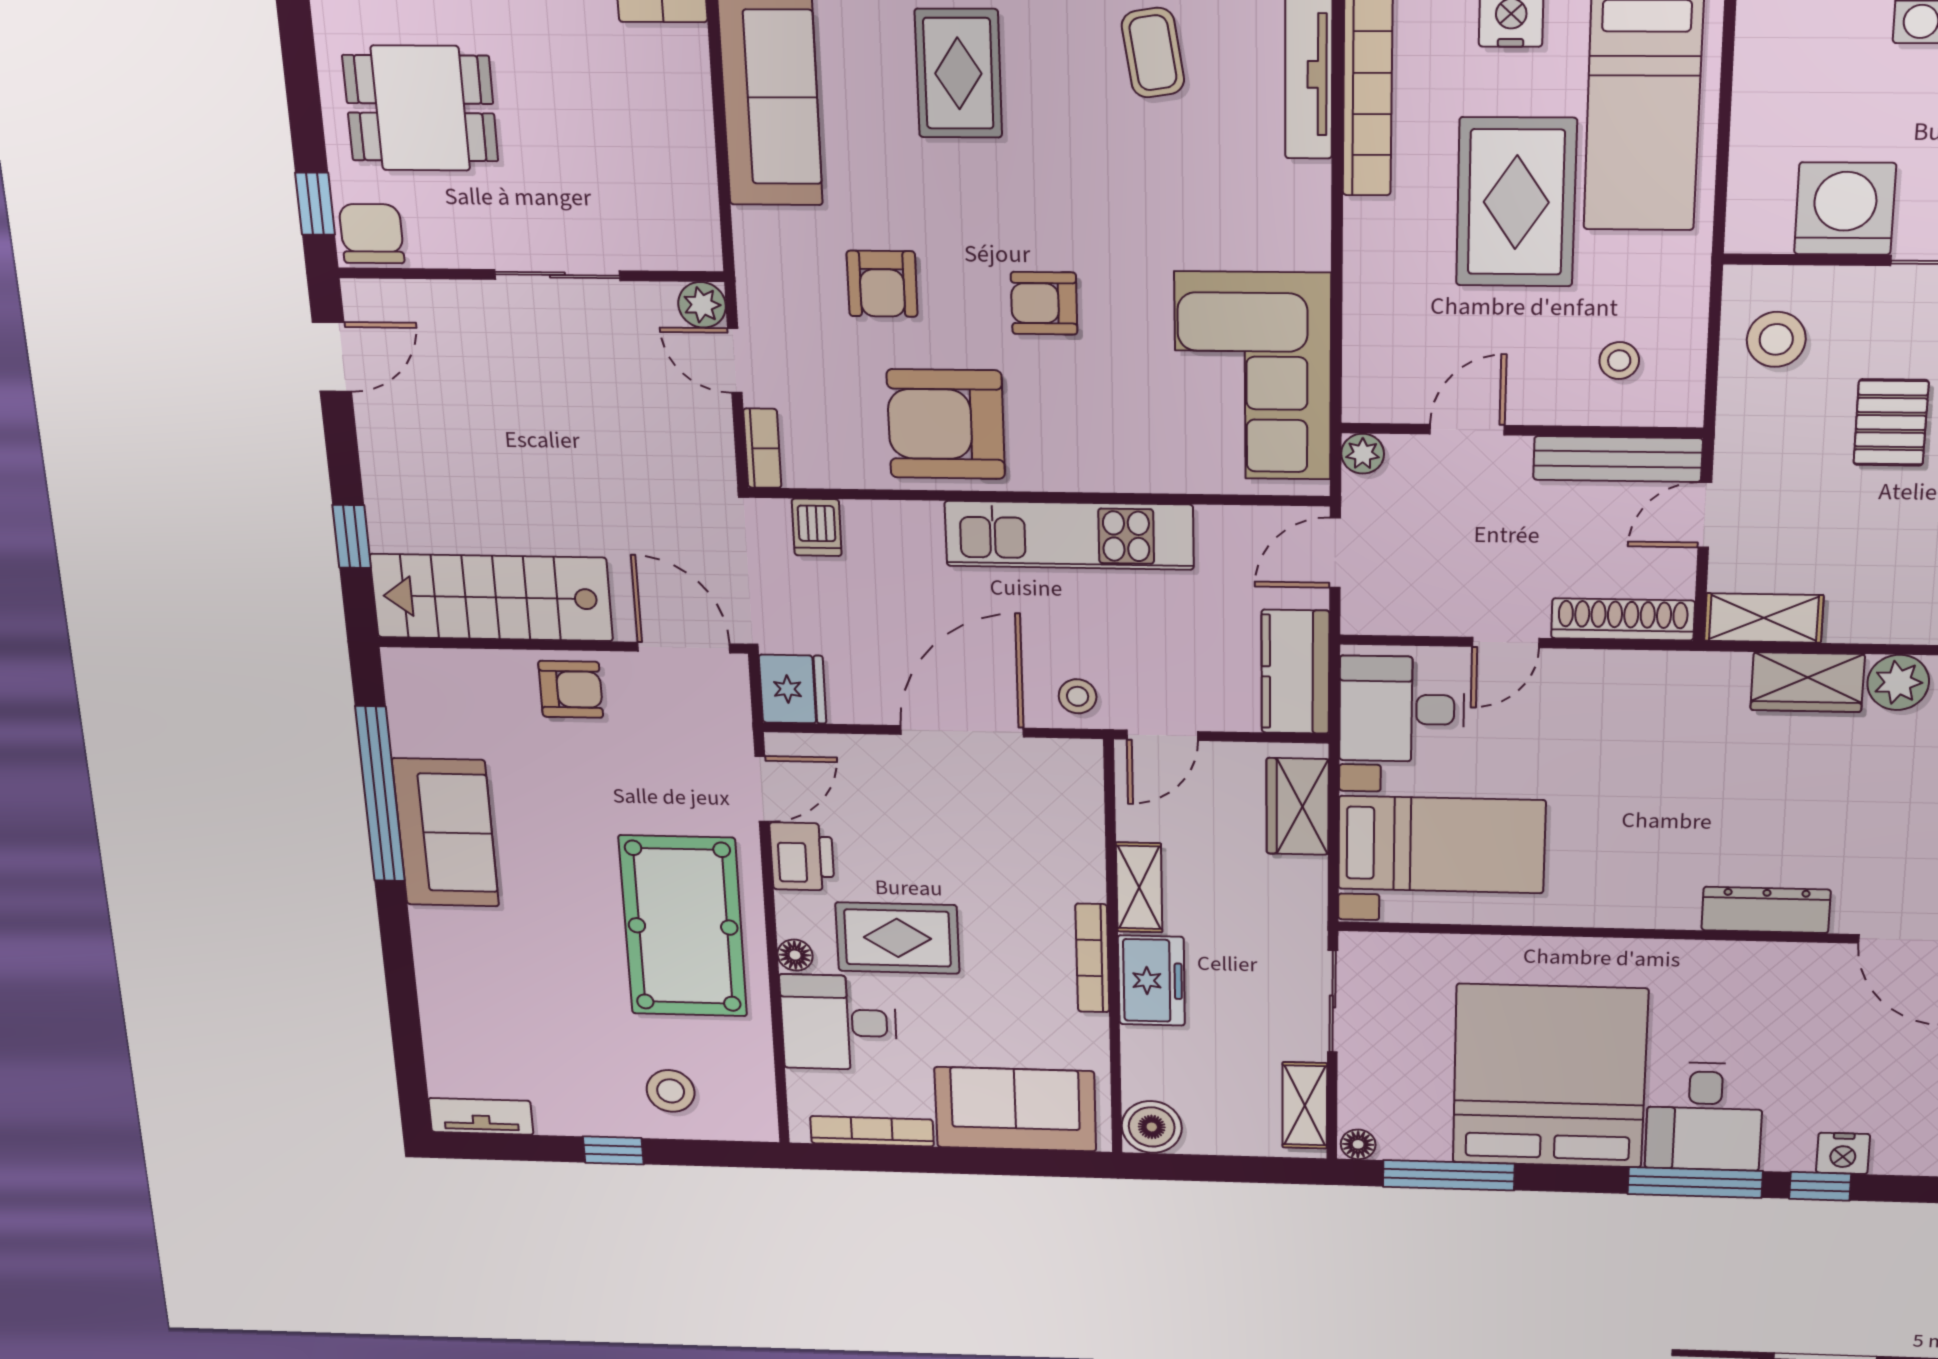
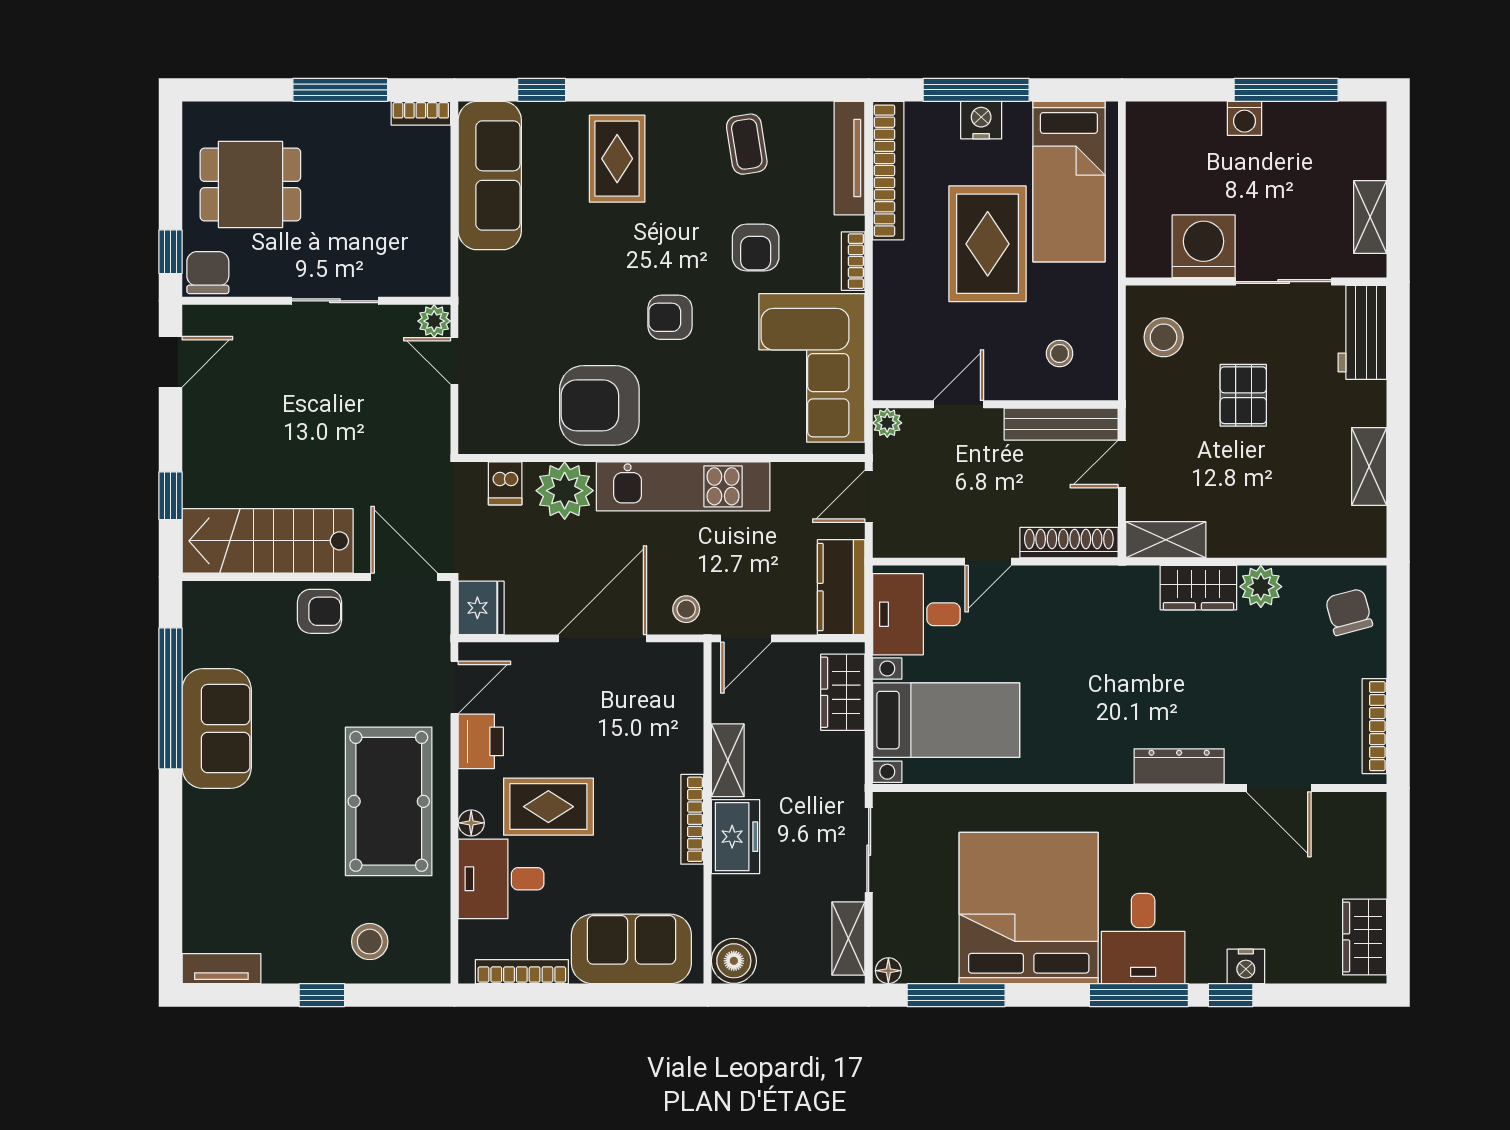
armchair: (882, 284) -> (756, 248), moved
bookcase: (762, 448) -> (853, 261), moved, turned 180
plant: (901, 538) -> (565, 491), added

